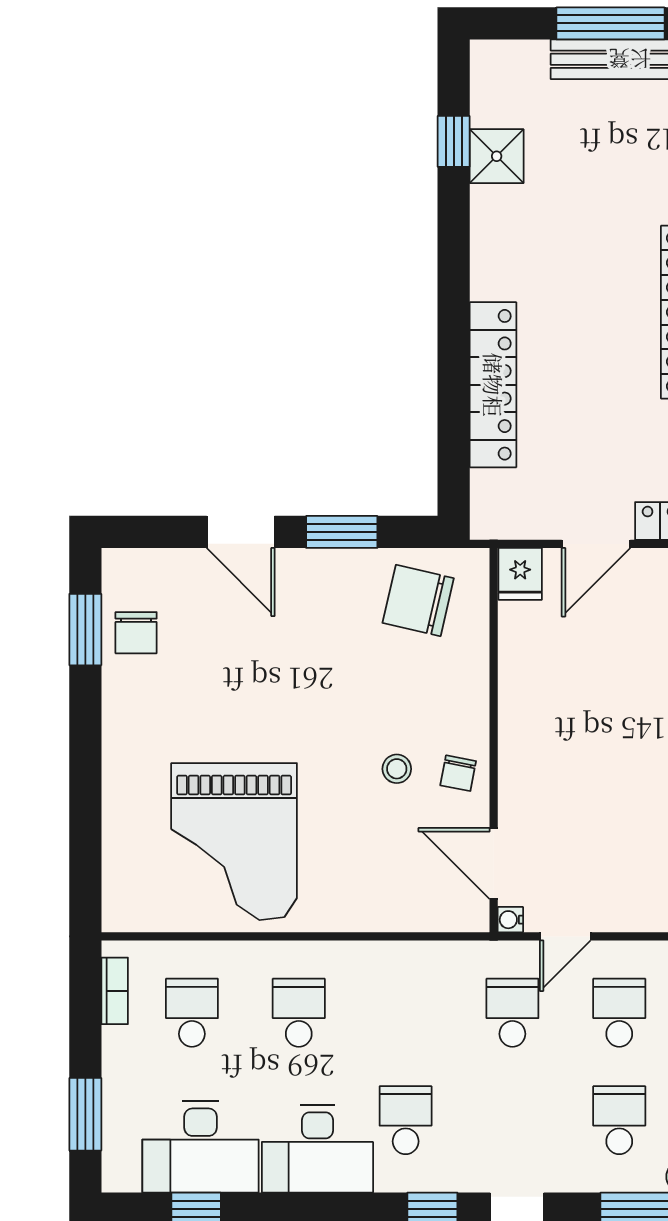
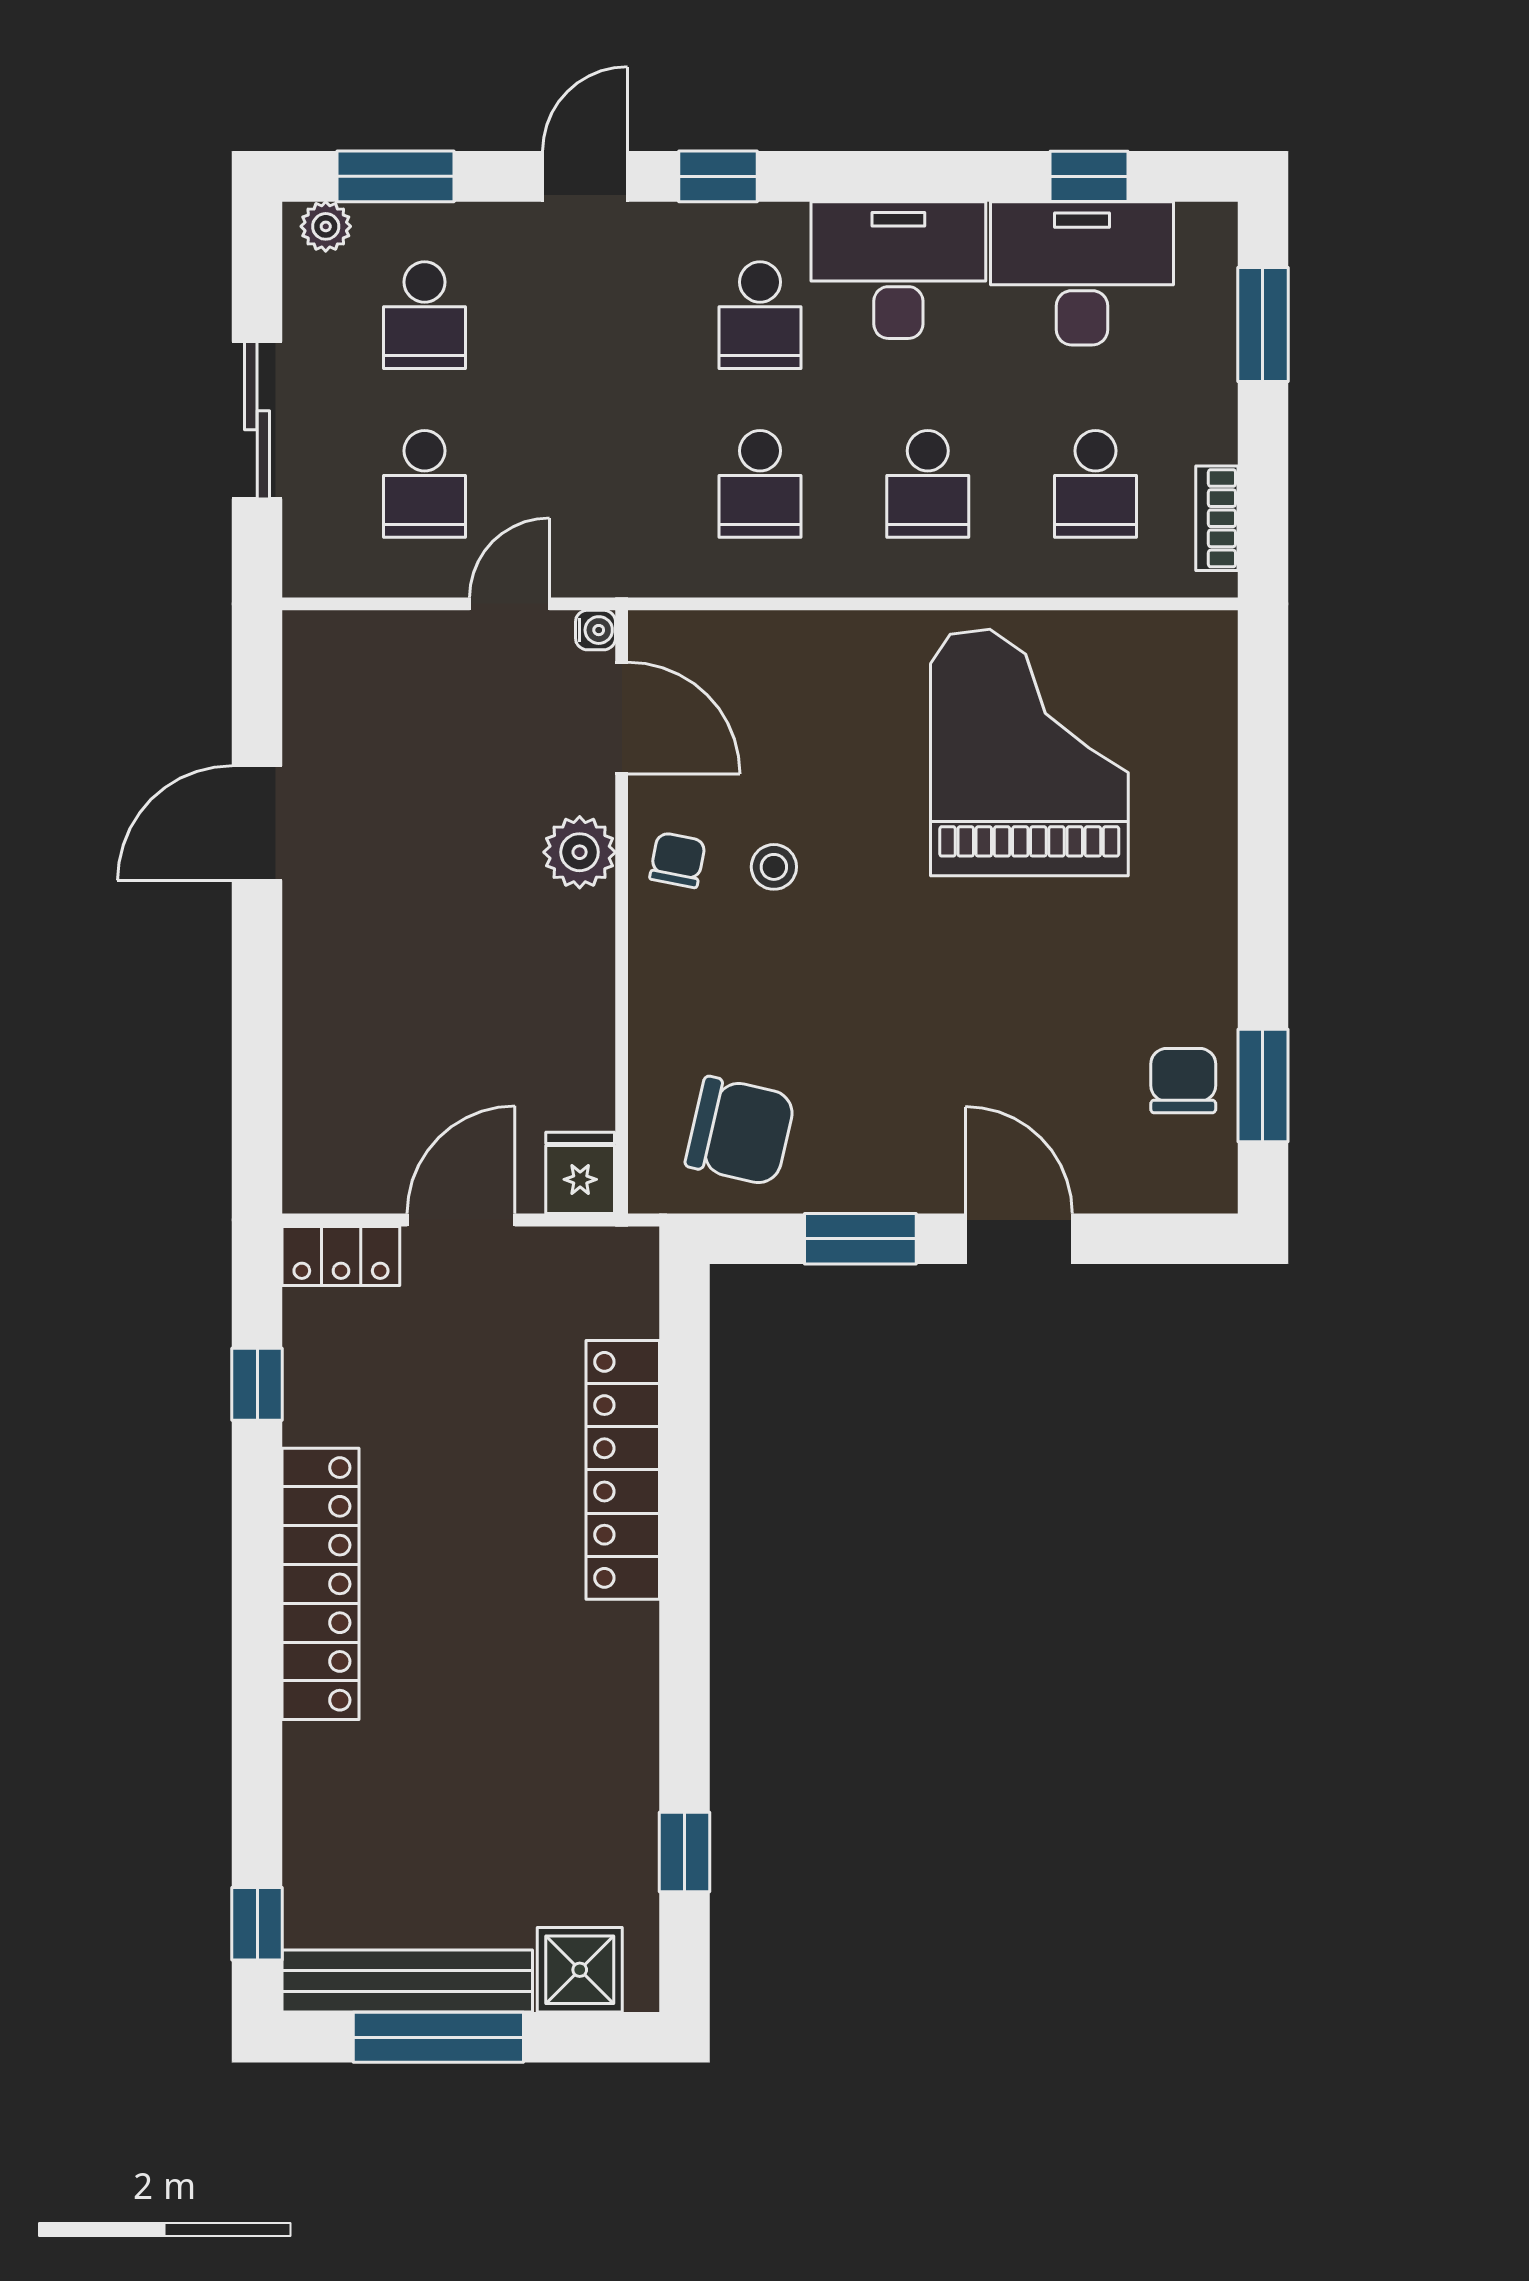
shower: (497, 156) -> (580, 1970), moved
plant: (521, 778) -> (580, 852), added
school desk: (512, 1013) -> (760, 484), moved

